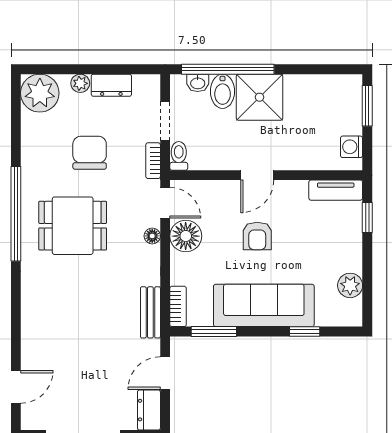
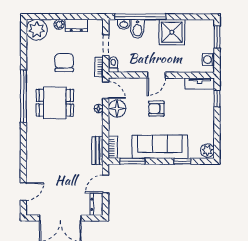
shower: (260, 97) -> (172, 32), moved
armchair: (257, 236) -> (156, 109), turned 90
plant: (350, 285) -> (207, 151), moved

